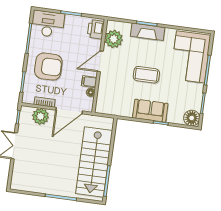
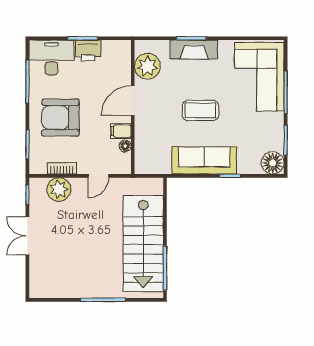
printer: (96, 29) -> (88, 51), moved, turned -90
armchair: (48, 67) -> (61, 118), turned 180
door: (69, 111) -> (98, 176), width x0.53
sofa: (150, 111) -> (204, 160), width x1.36

